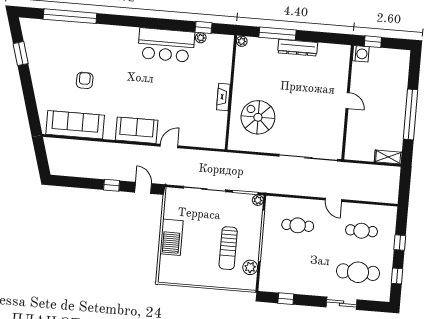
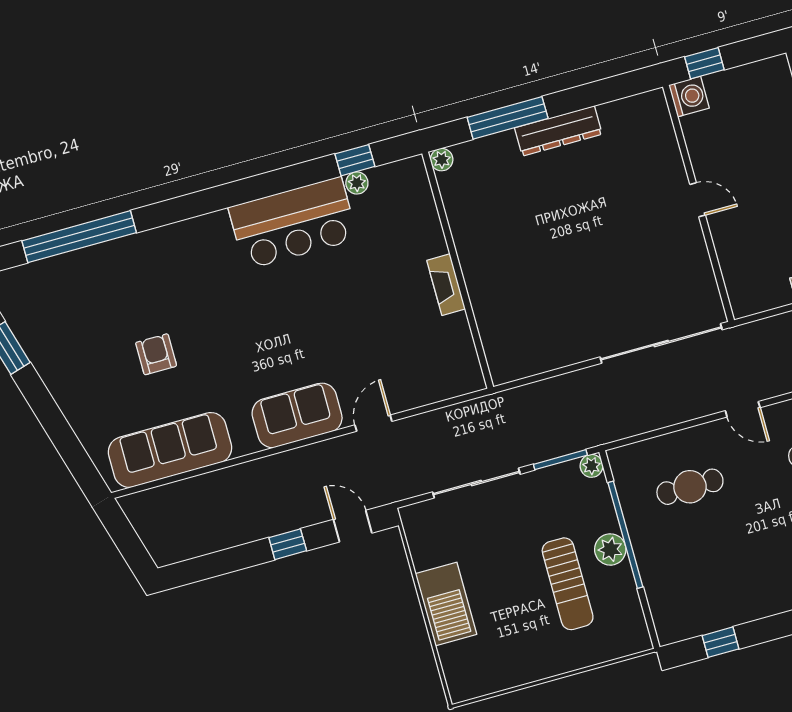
spiral stairs: (258, 117) -> (530, 300), removed
plant: (250, 267) -> (610, 549), moved

